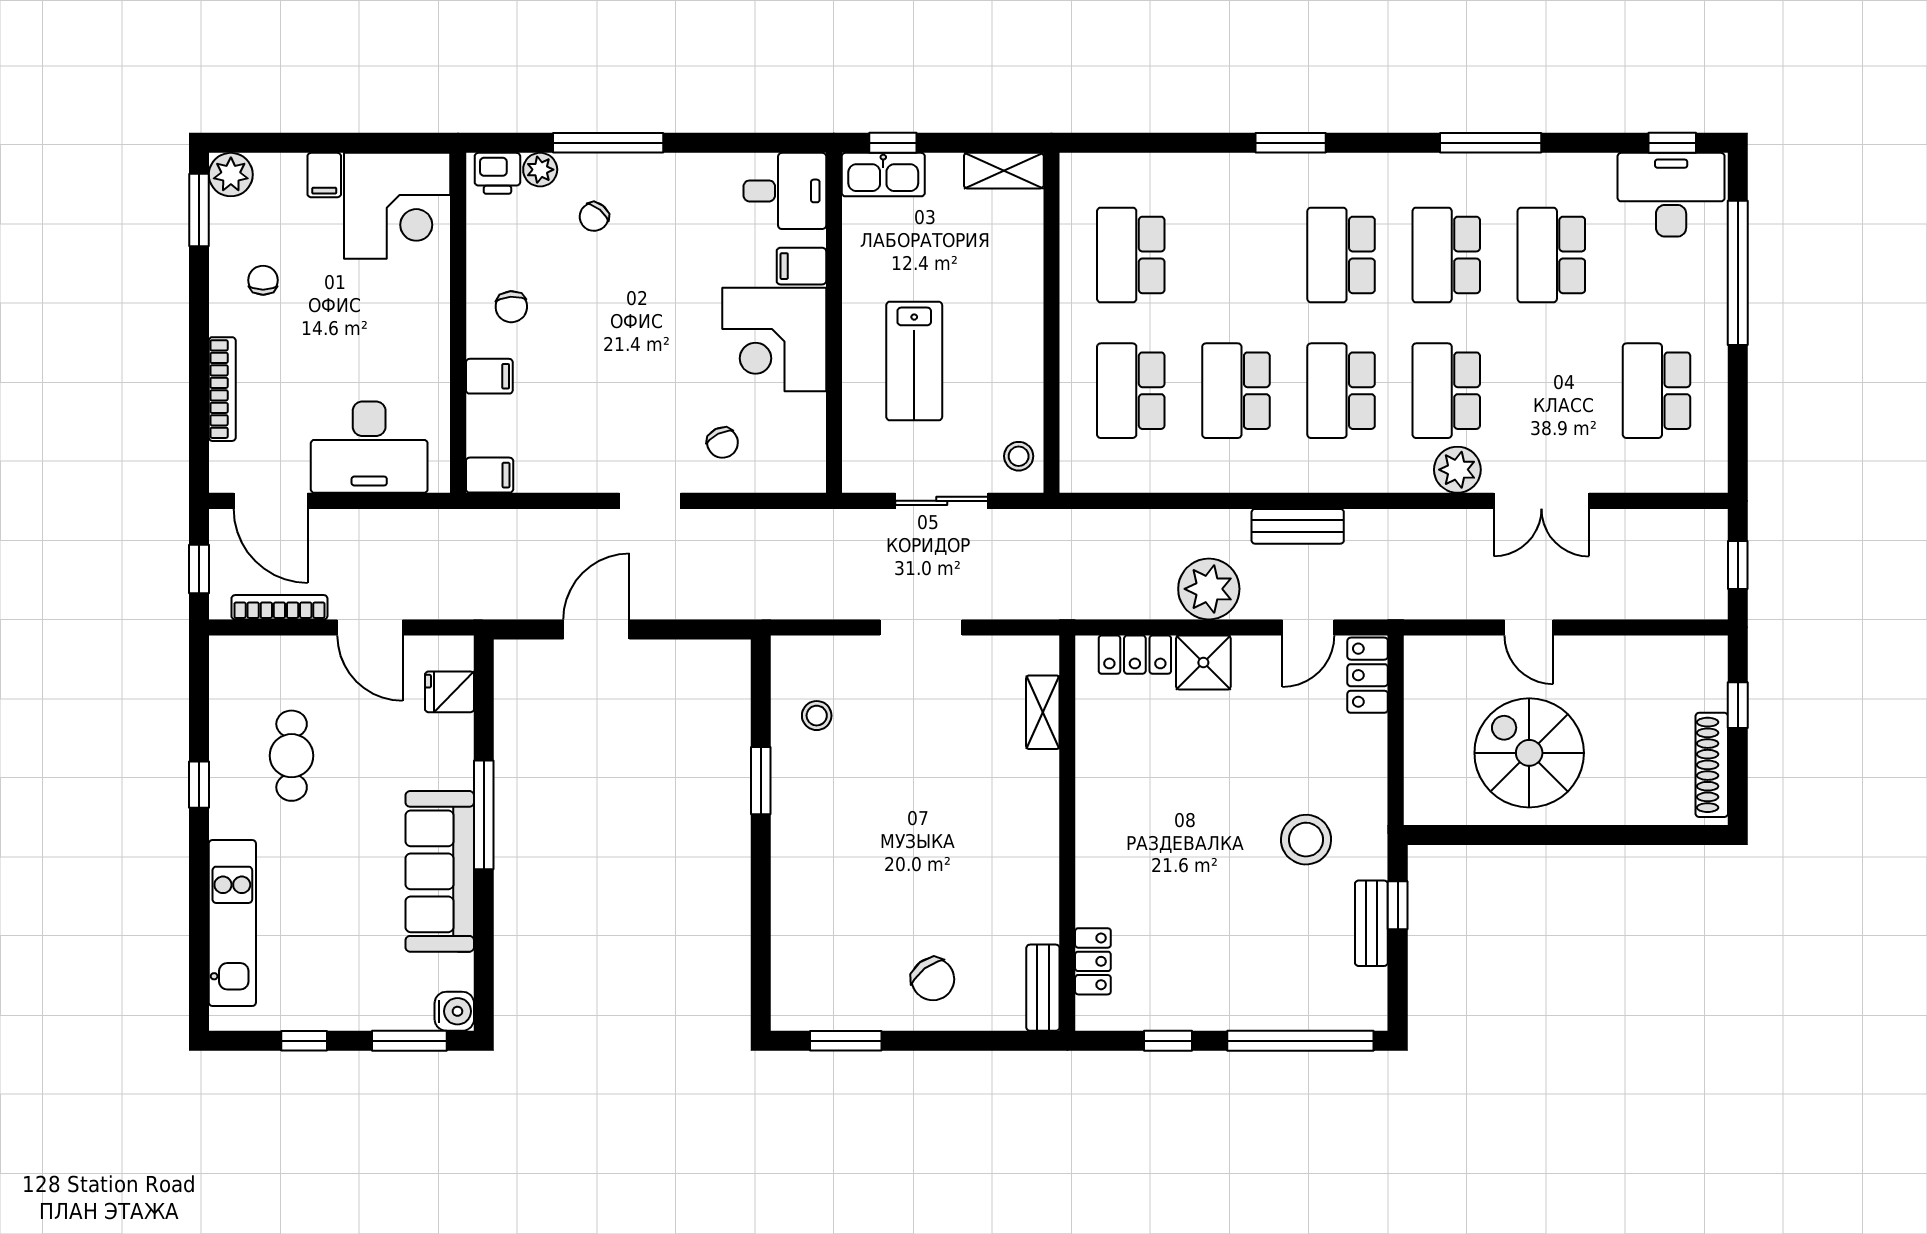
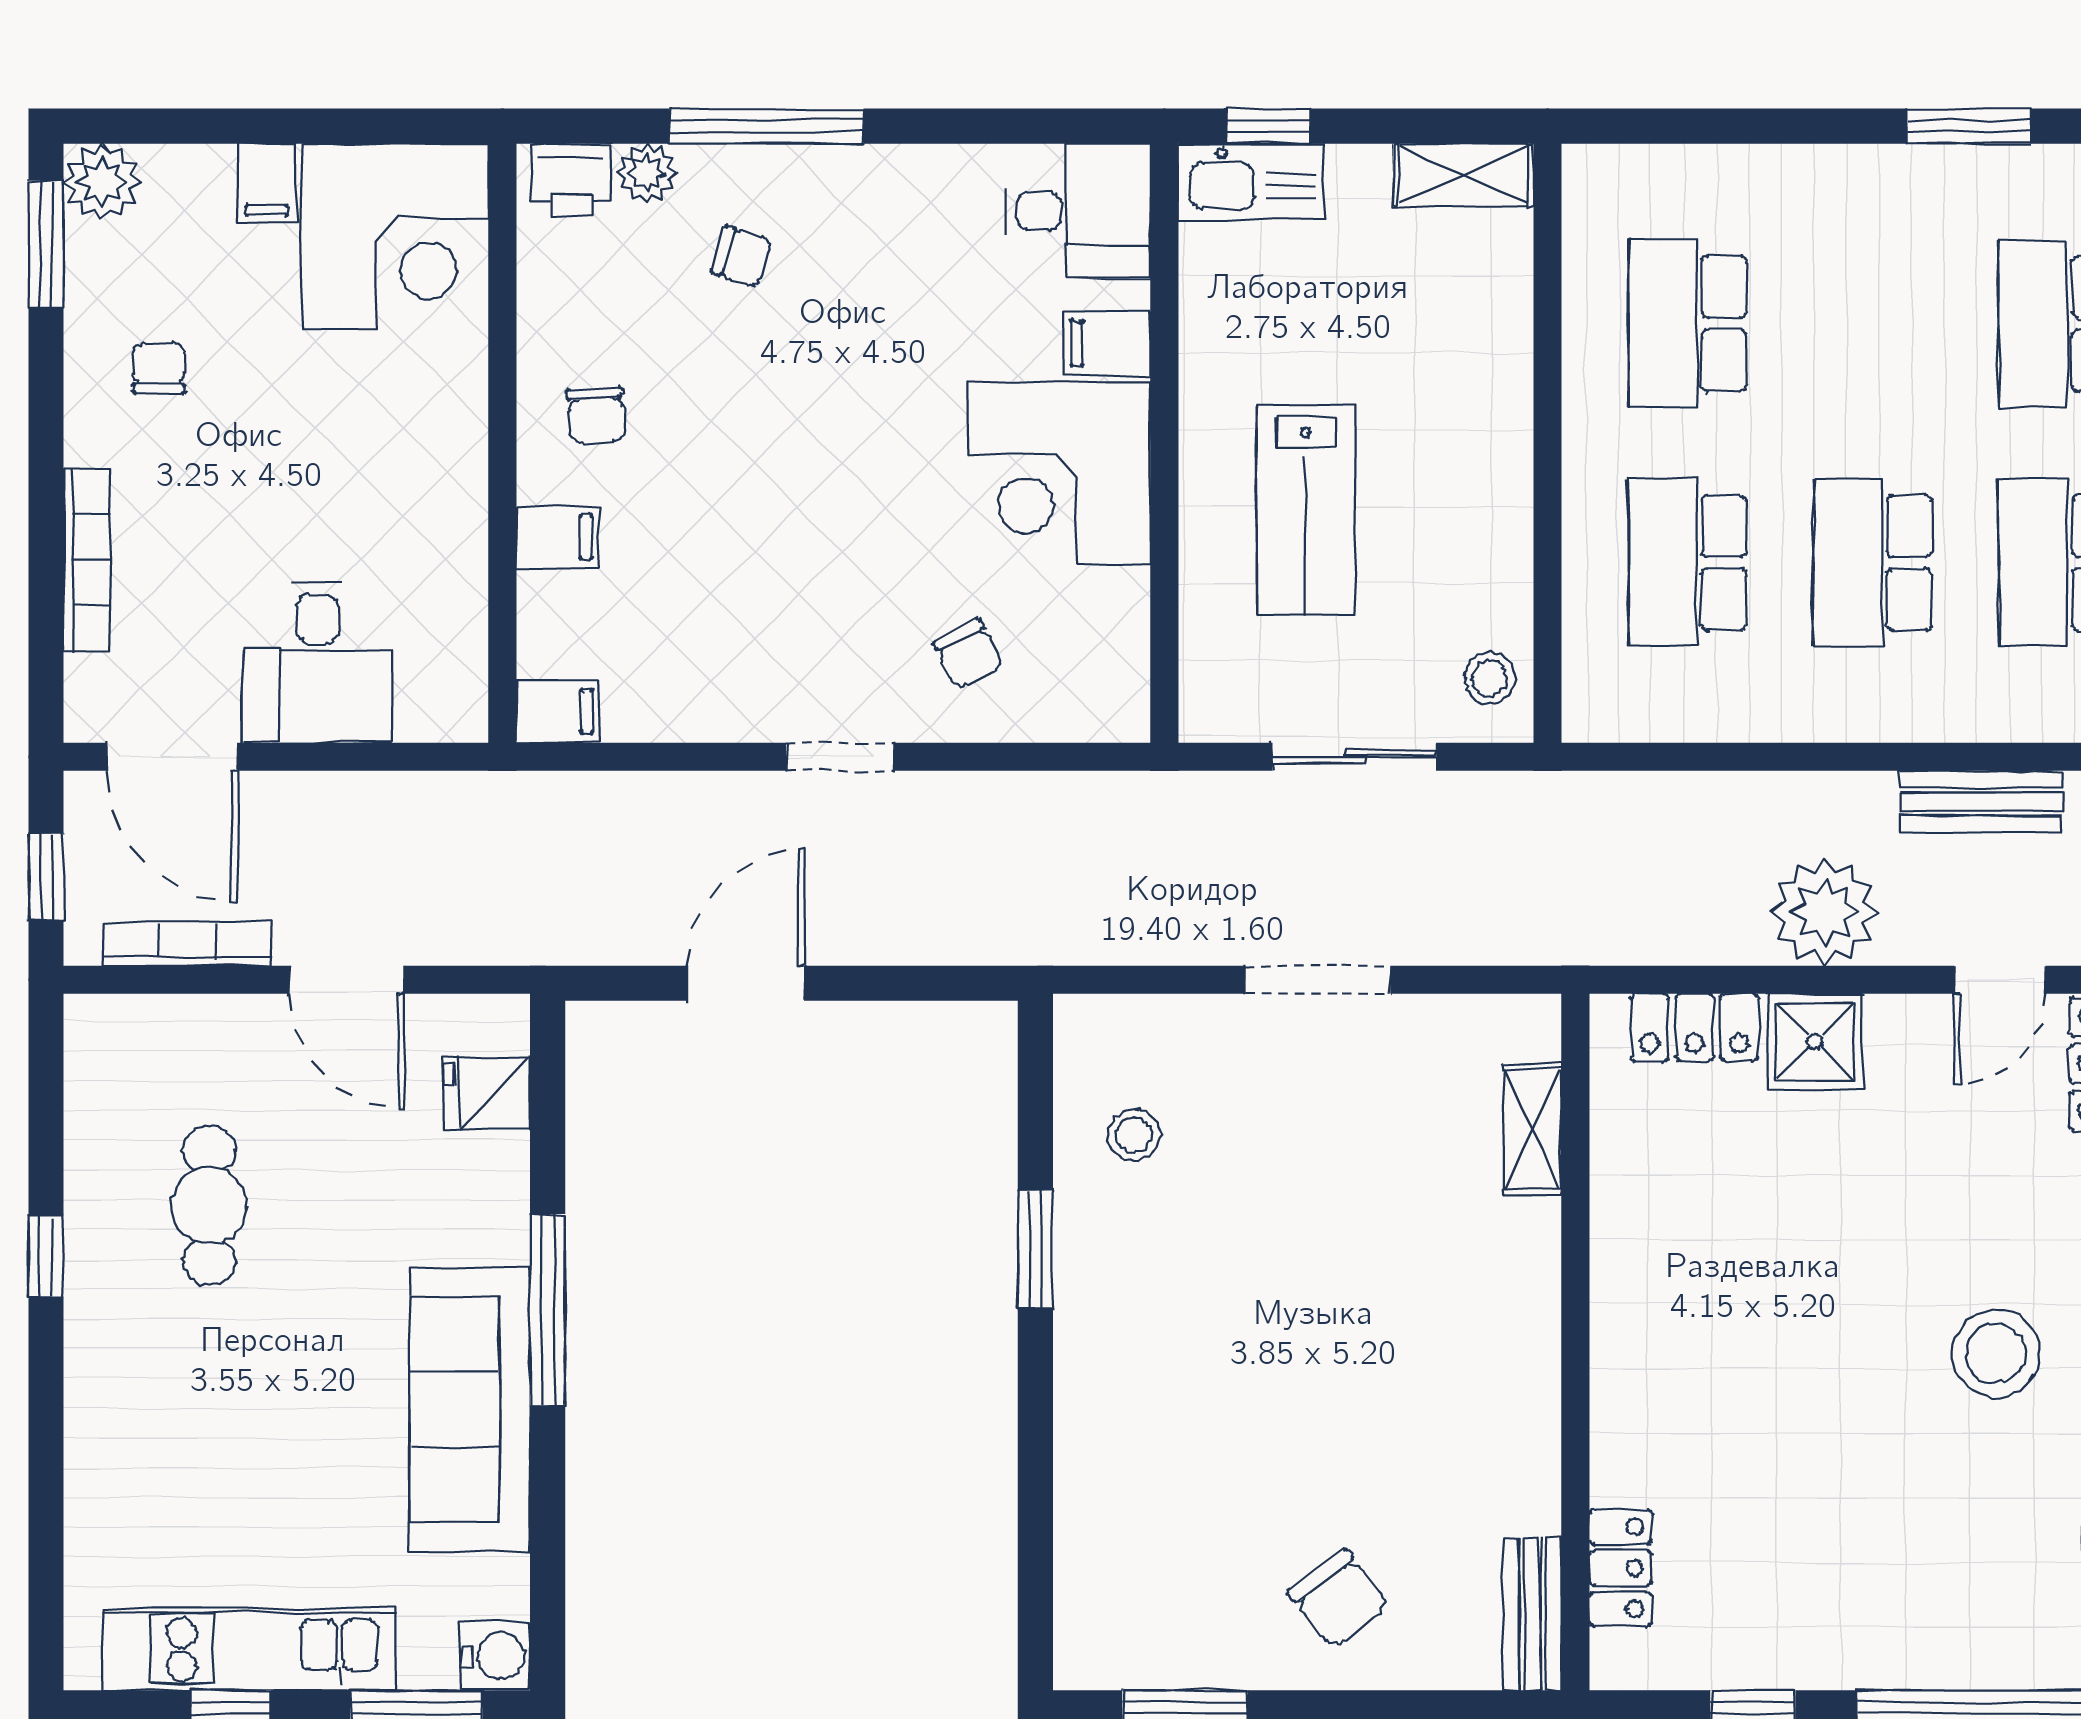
chair: (594, 217) -> (742, 256), turned -112
desk: (369, 447) -> (318, 662), width x0.73
kitchen unit: (232, 923) -> (249, 1649), moved, turned -90

